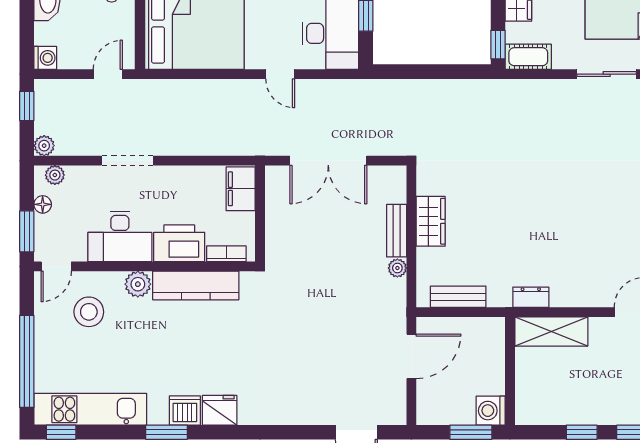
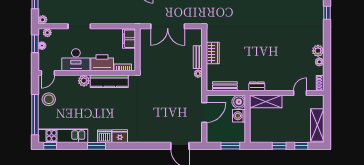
window: (27, 231) -> (35, 44), moved
stool: (89, 312) -> (49, 99), moved
boiler: (490, 332) -> (239, 102), added
washing machine: (491, 411) -> (239, 116), moved

